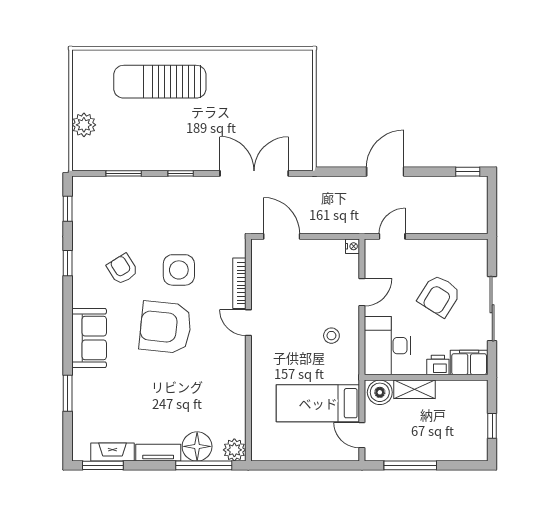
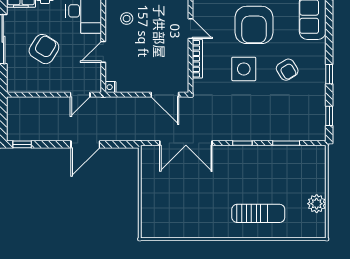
sun lounger: (160, 82) -> (258, 213), width x0.73, depth x0.75
plant: (84, 125) -> (317, 204), moved
armchair: (165, 327) -> (254, 25), turned 84

